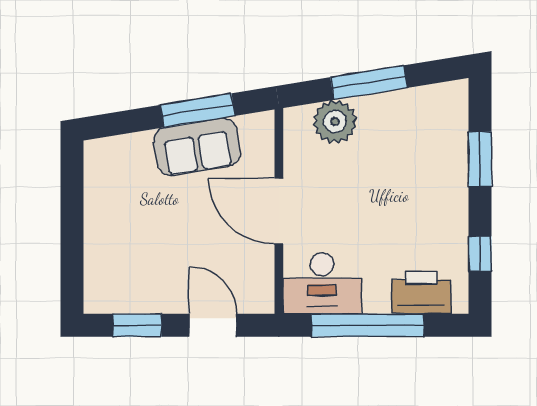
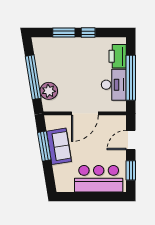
window: (369, 83) -> (33, 77), width x1.46
bar counter: (117, 246) -> (99, 179), added
window: (480, 254) -> (88, 33), moved
desk: (322, 283) -> (114, 85), moved

